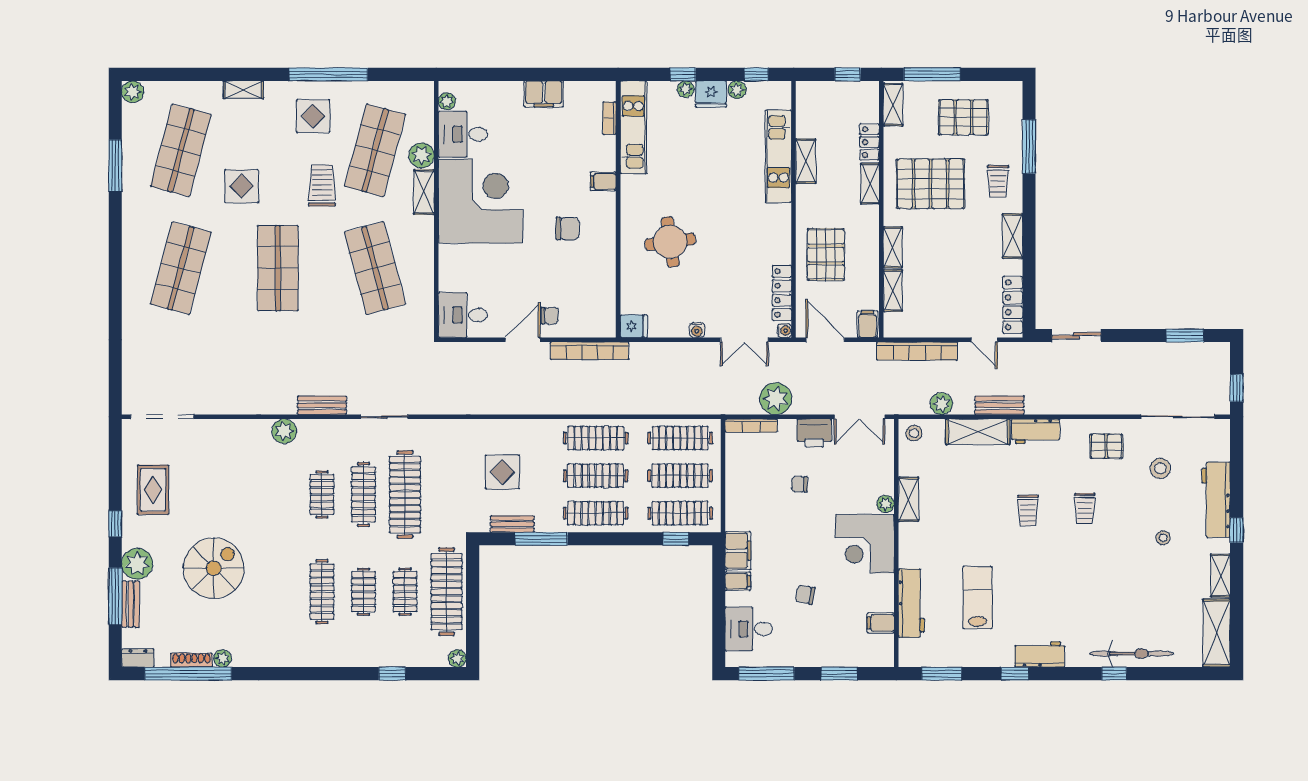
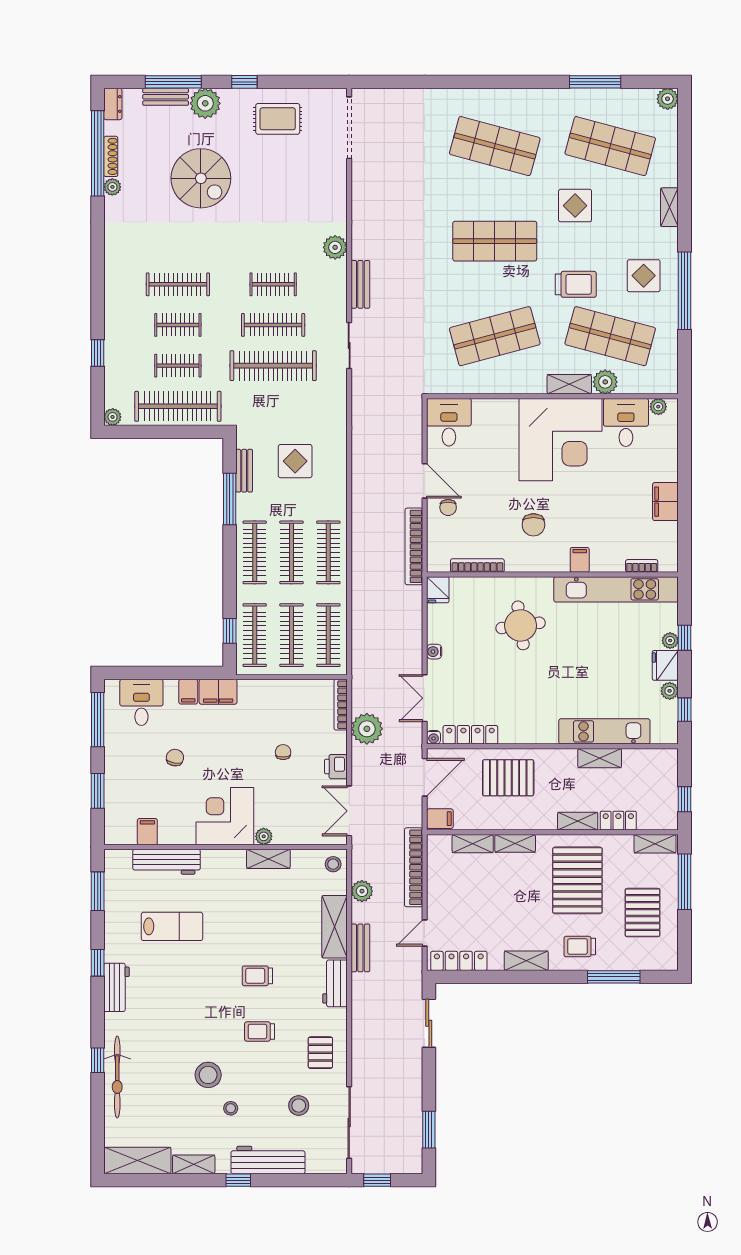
kitchen unit: (633, 127) -> (616, 589), width x1.36
bookcase: (609, 286) -> (477, 565), added
printer: (814, 433) -> (336, 767), width x0.73, depth x0.81
stool: (1129, 561) -> (208, 1075), added

